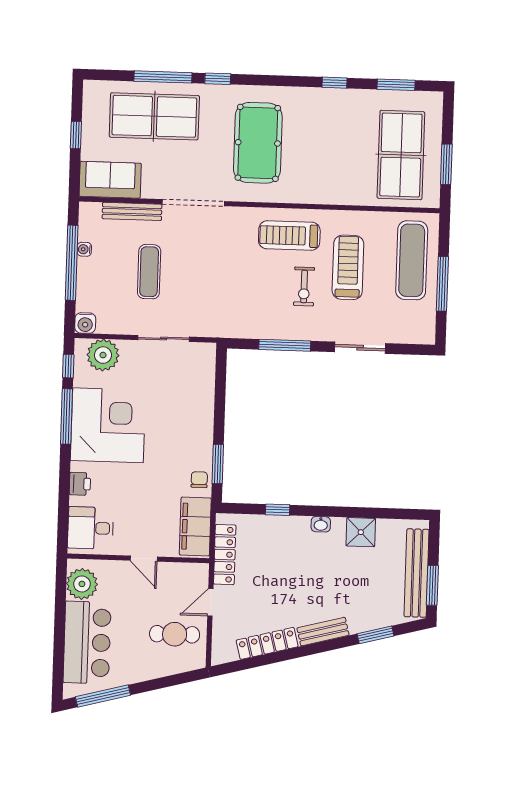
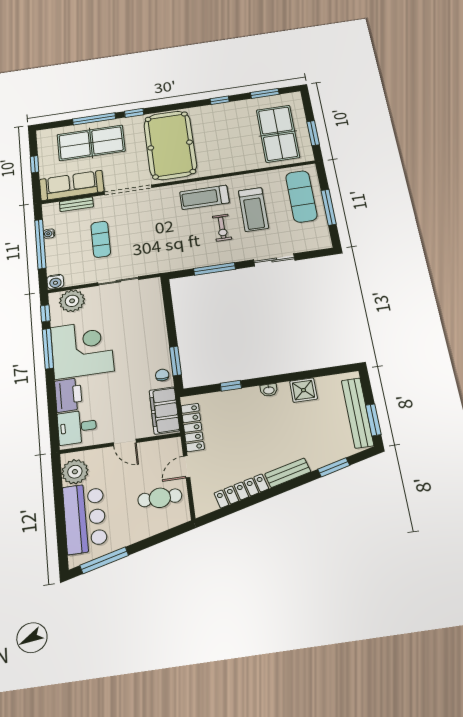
pool table: (258, 143) -> (170, 145), width x1.36, depth x1.32
sofa: (110, 180) -> (72, 185), width x1.36
bench: (132, 211) -> (76, 204), width x0.73
treadmill: (348, 267) -> (253, 209), turned 180
printer: (80, 484) -> (68, 395), width x1.87, depth x1.48

